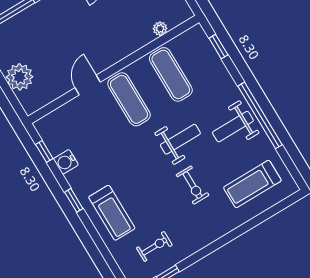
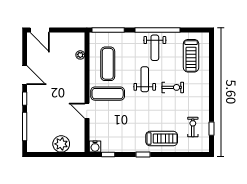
window: (218, 47) -> (108, 30), width x2.17
exercise mat: (171, 74) -> (108, 64), turned 90
water cooler: (66, 162) -> (95, 147), moved

